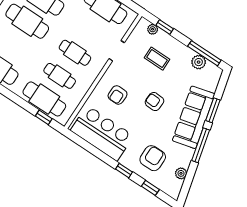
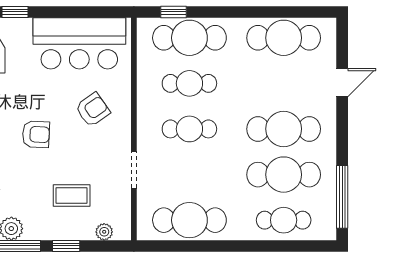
window: (165, 27) -> (66, 246), moved
armchair: (118, 95) -> (93, 110), turned 55

